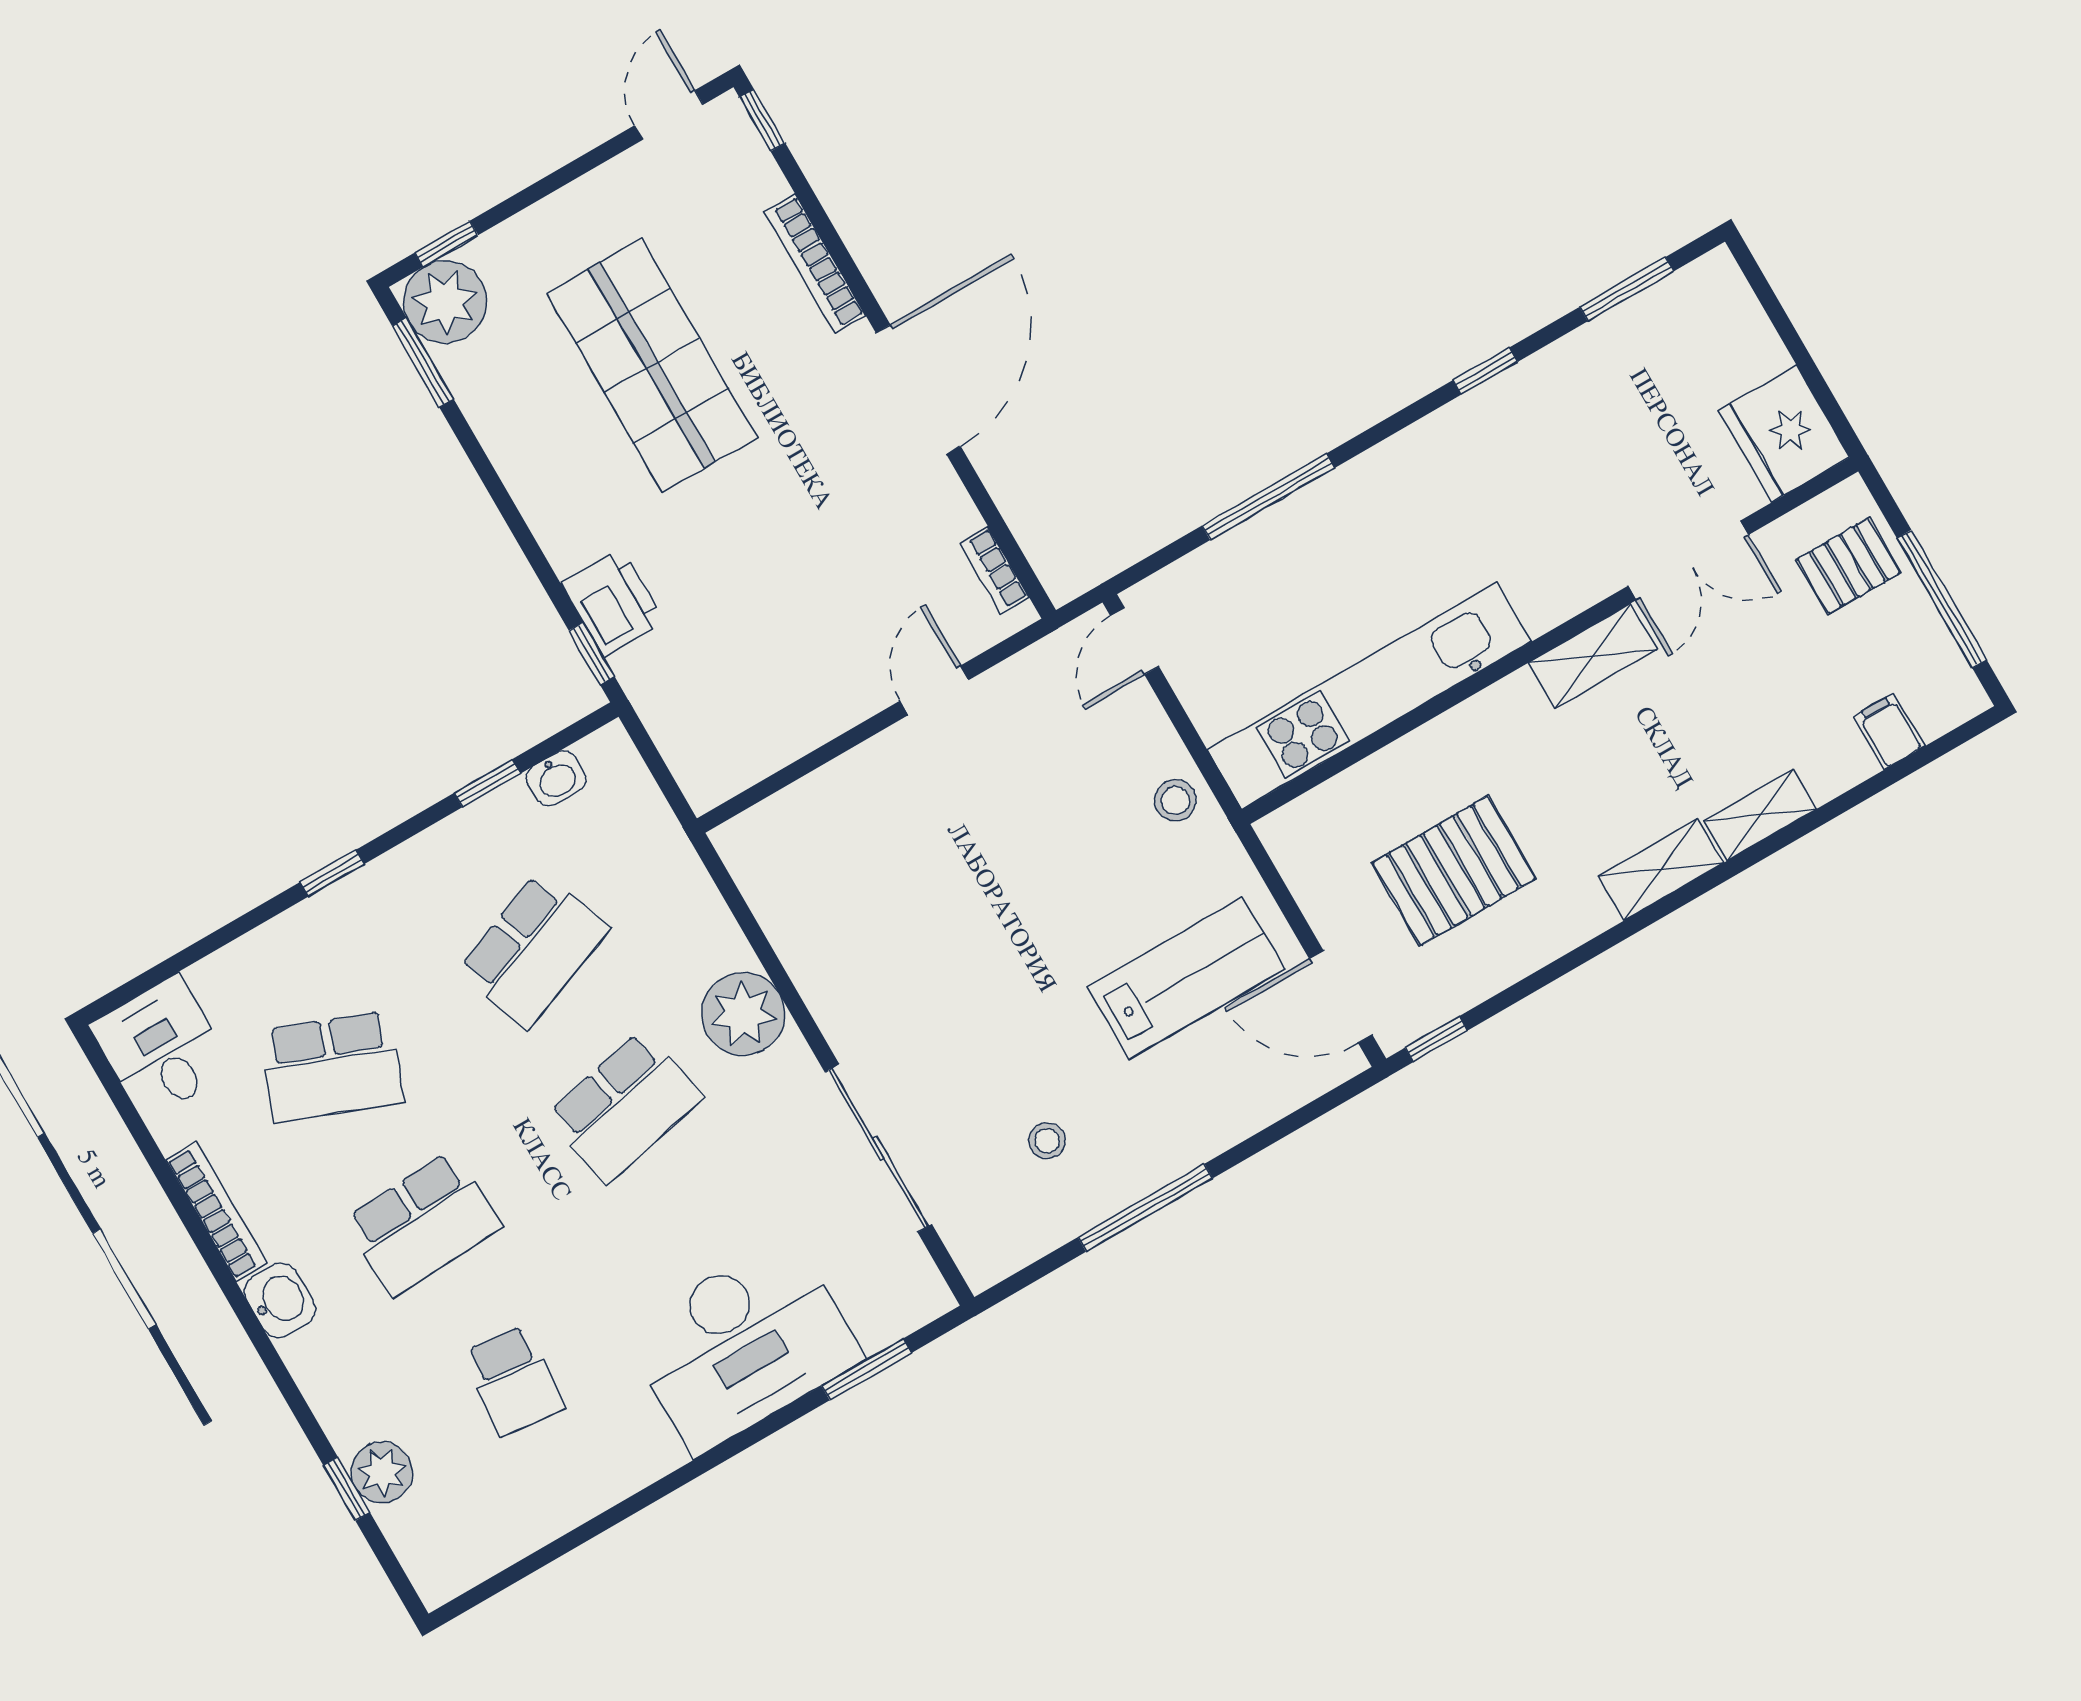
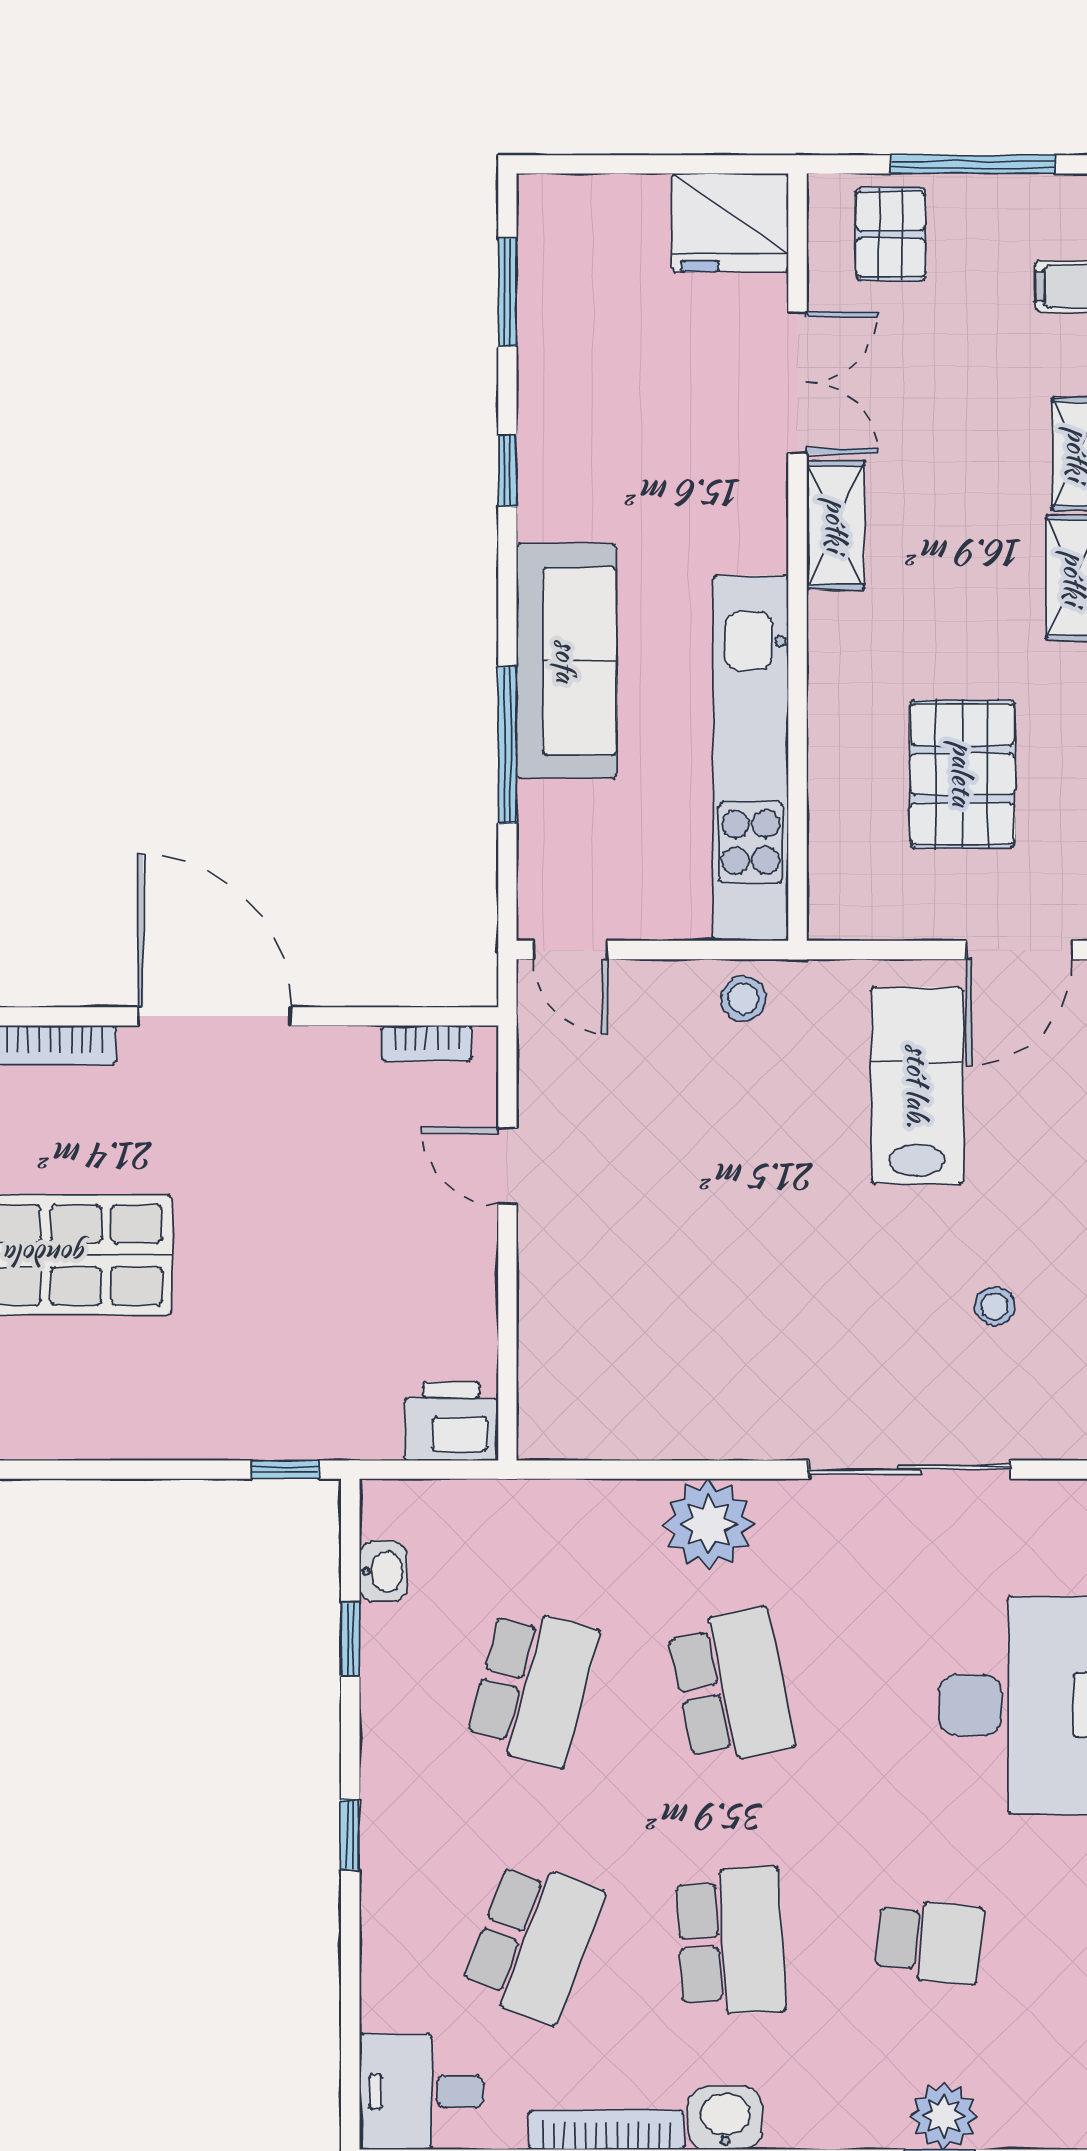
sofa: (1361, 505) -> (566, 661), added
printer: (613, 602) -> (451, 1422), moved
school desk: (533, 950) -> (533, 1687), turned 36

